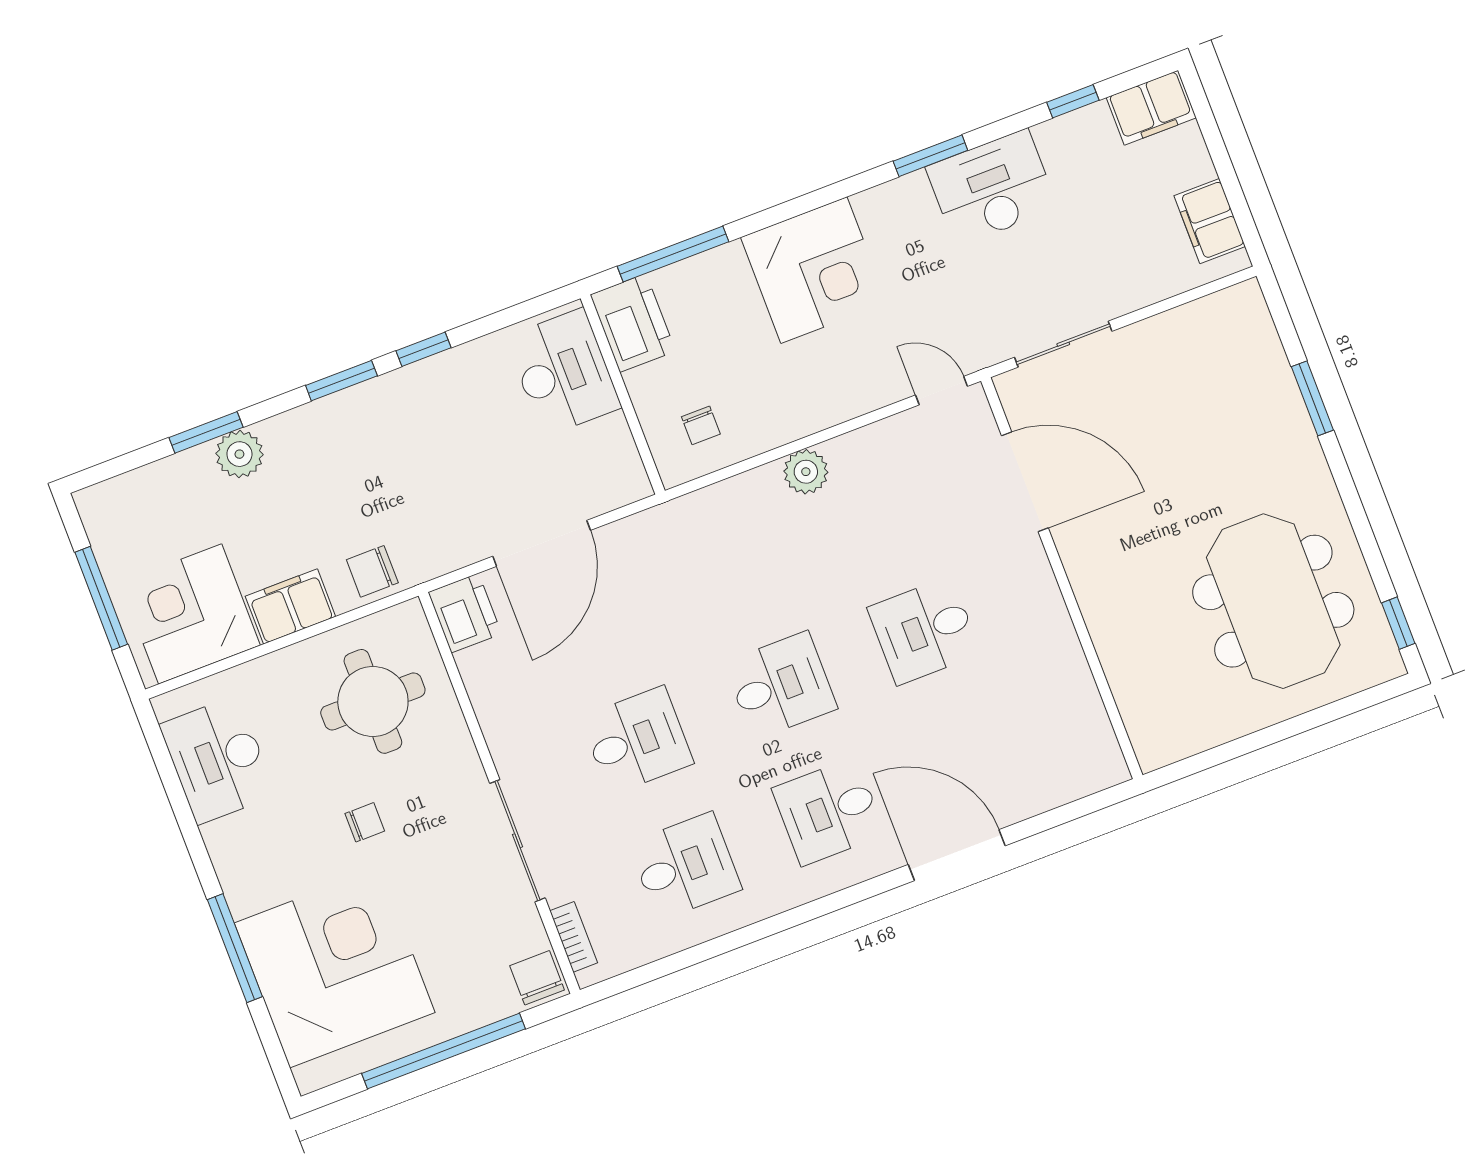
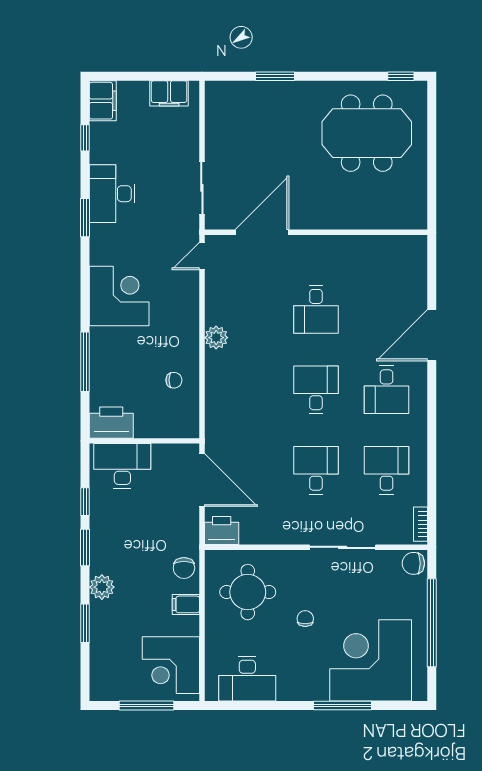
printer: (633, 323) -> (111, 423), moved
desk: (563, 372) -> (122, 466), moved
wall: (623, 395) -> (144, 441), moved
plant: (239, 454) -> (102, 587), moved
filing cabinet: (290, 606) -> (186, 604), width x0.50
bookcase: (574, 937) -> (421, 524), moved, turned -90

